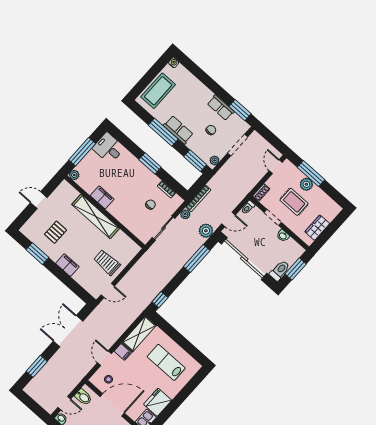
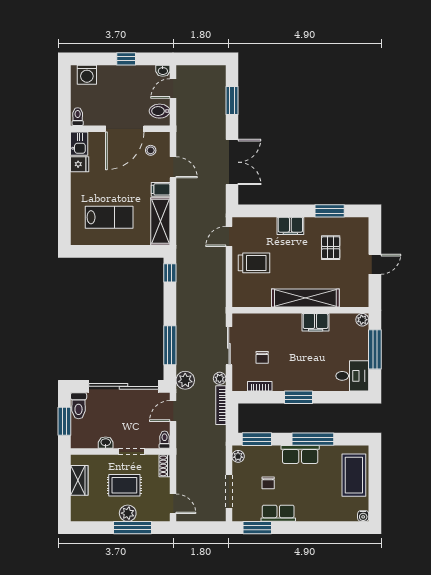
fridge: (158, 402) -> (80, 164), width x0.53, depth x0.75

